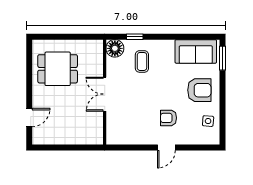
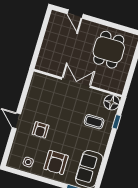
armchair: (169, 118) -> (41, 130), turned 180

